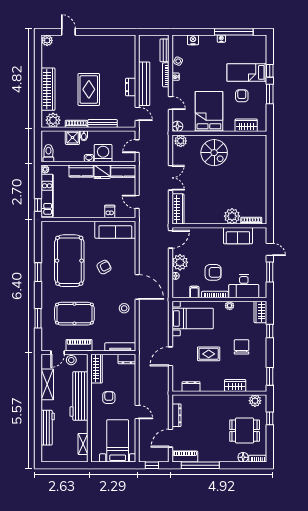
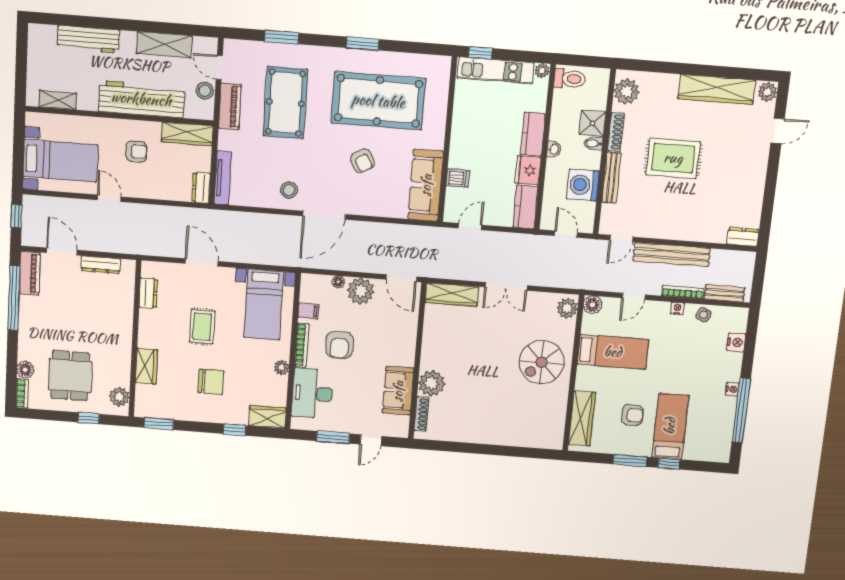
dresser: (131, 87) -> (743, 237), moved
wardrobe: (48, 89) -> (717, 89), moved
bed: (209, 111) -> (613, 352), width x0.67
wardrobe: (246, 125) -> (582, 418), width x1.50
washing machine: (103, 153) -> (583, 185), moved, turned 180
door: (137, 412) -> (109, 198), swing flipped

